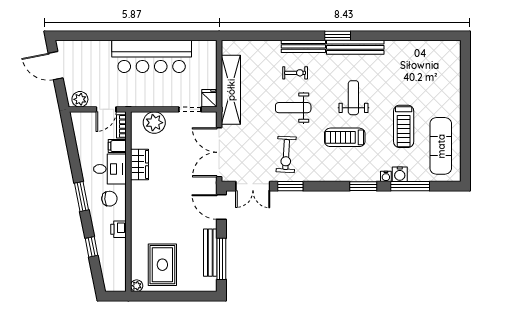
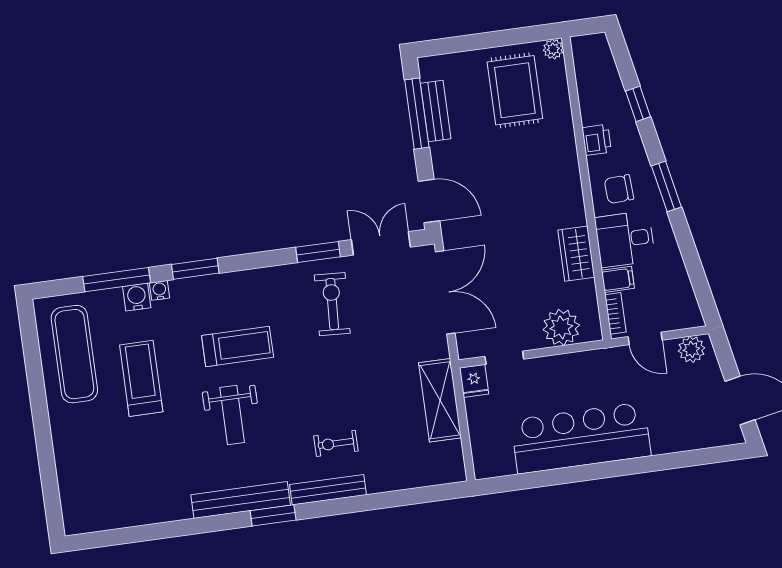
shelving: (231, 90) -> (440, 400), width x0.68
weight bench: (293, 108) -> (331, 384), removed
door: (106, 109) -> (645, 338), swing flipped
bench: (210, 253) -> (436, 111), width x0.73

